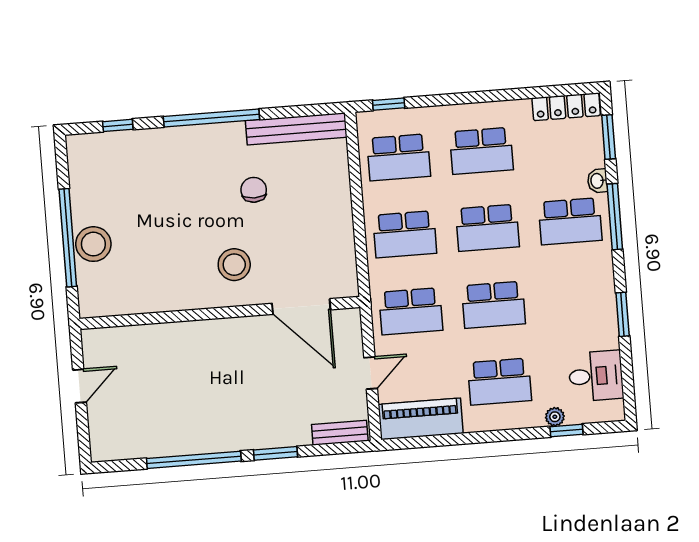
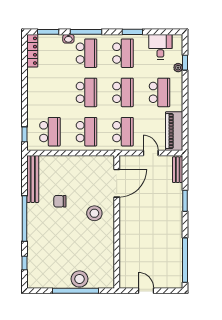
school desk: (481, 151) -> (123, 53), moved
window: (194, 460) -> (185, 260), moved

